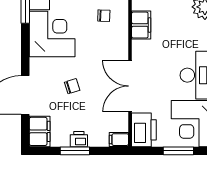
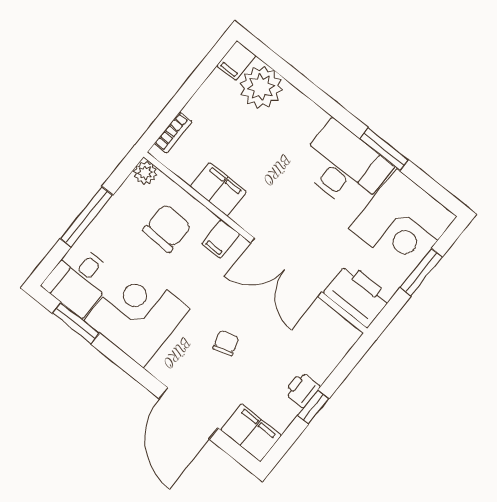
chair: (104, 16) -> (167, 228), width x1.87, depth x1.87
filing cabinet: (119, 140) -> (221, 239), moved
window: (75, 151) -> (313, 407), width x0.67

